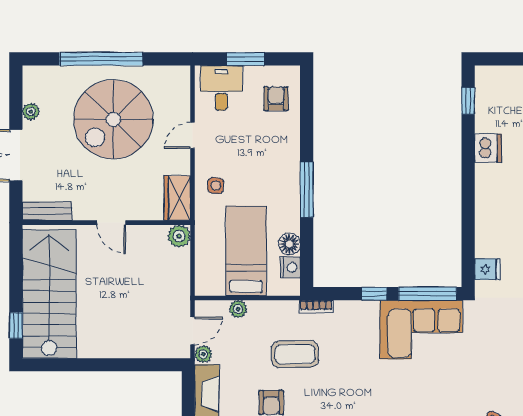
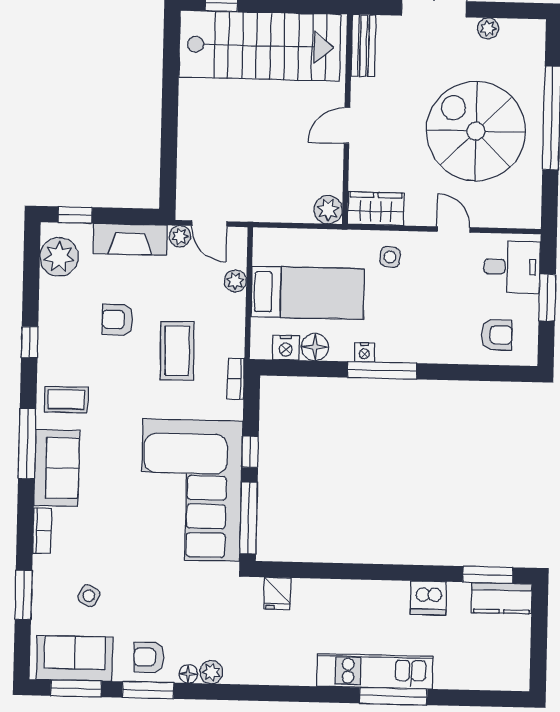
kitchen counter: (487, 90) -> (502, 598), added
window: (468, 101) -> (488, 575), width x1.50
nightstand: (293, 204) -> (364, 352), added
corner sofa: (421, 330) -> (191, 490), width x1.36, depth x1.36

